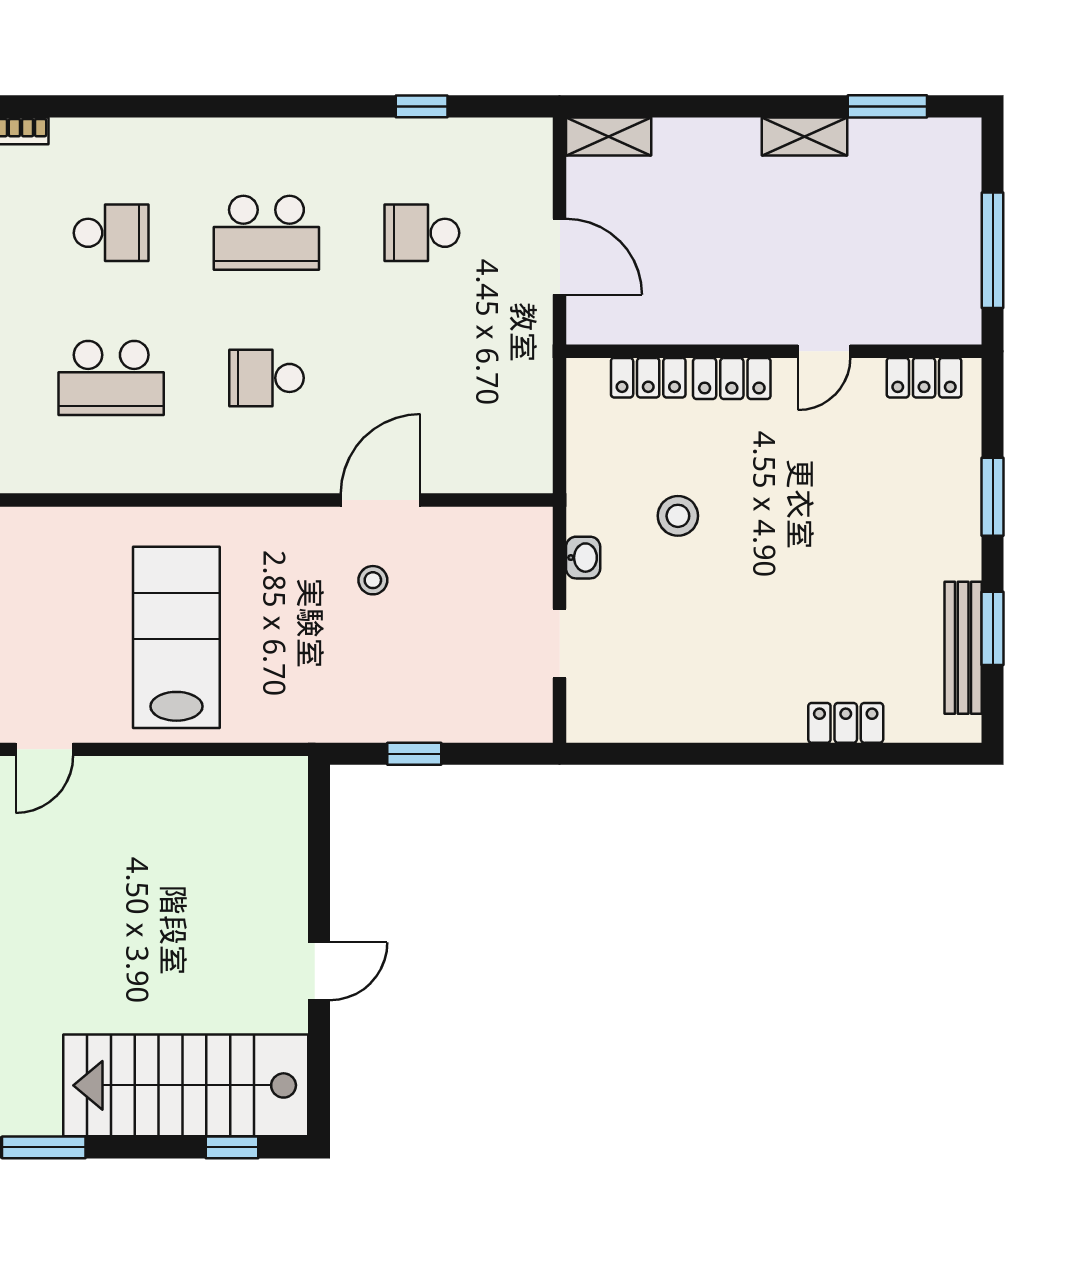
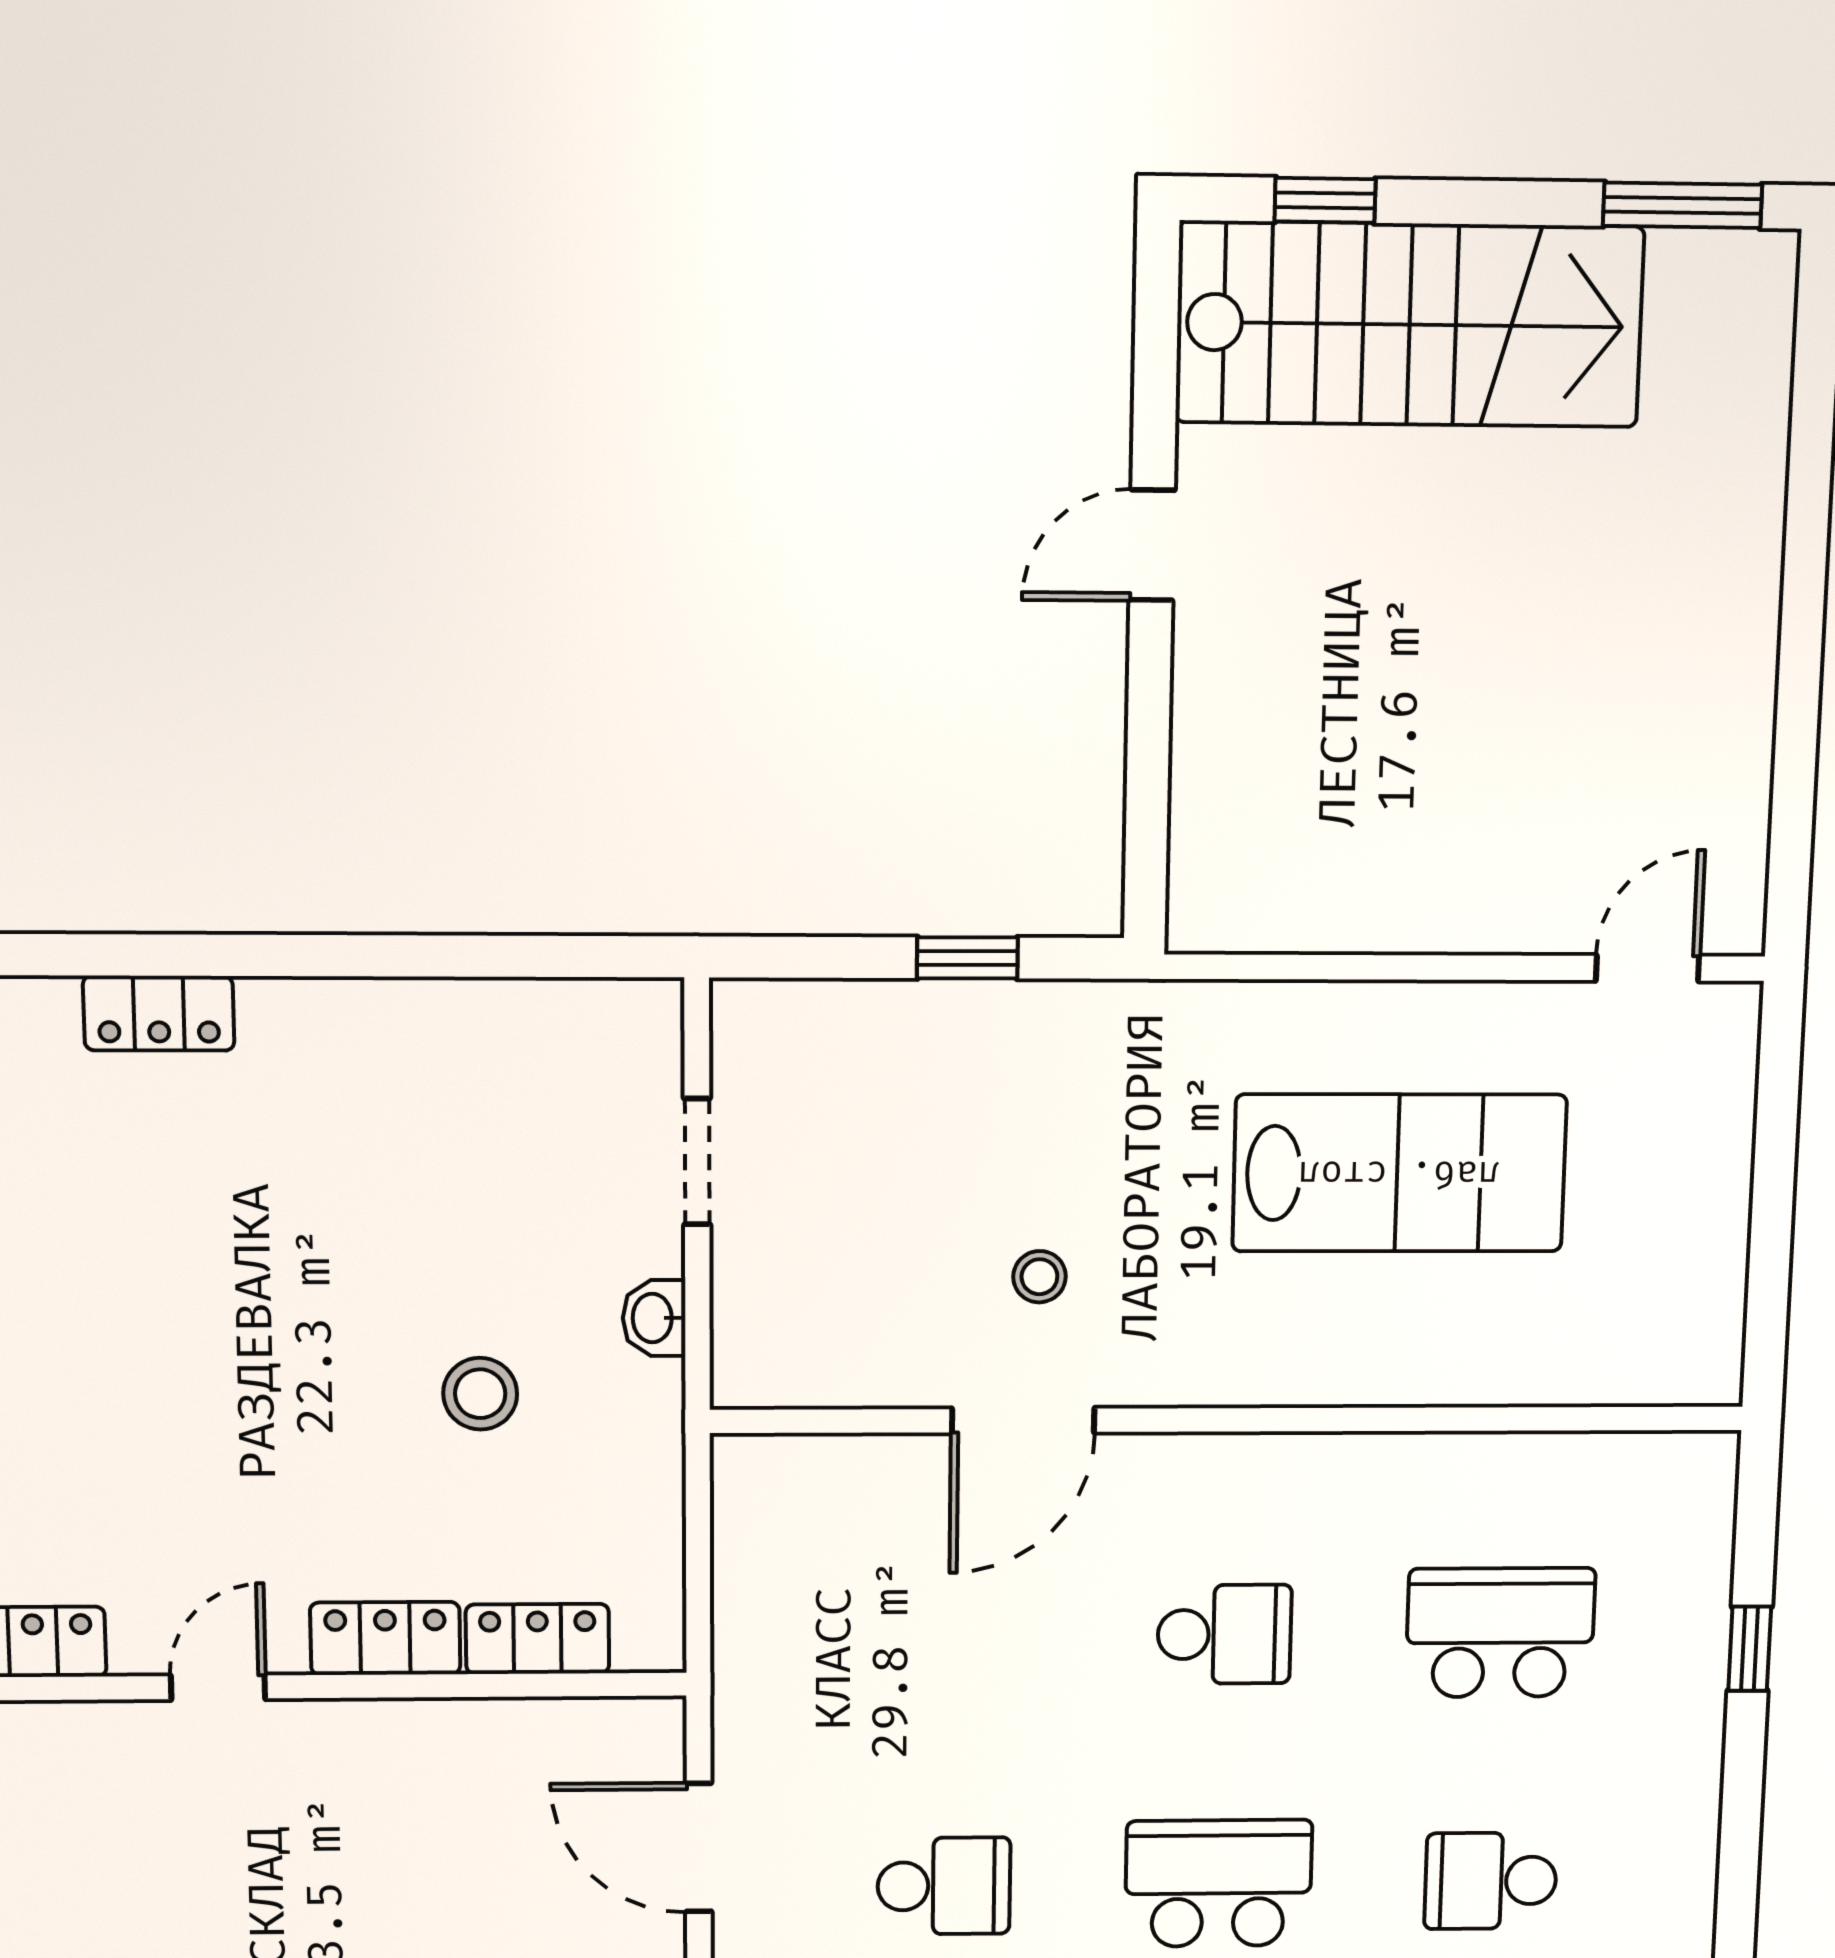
lab bench: (176, 637) -> (1399, 1173), turned -90

